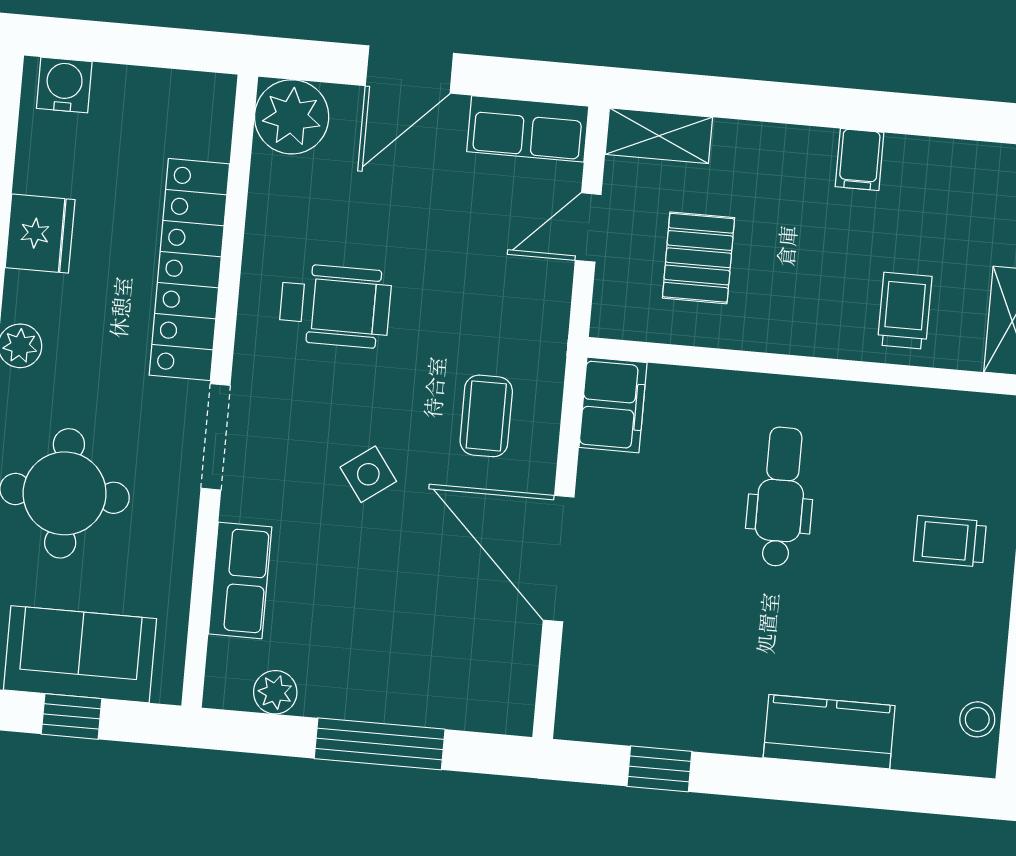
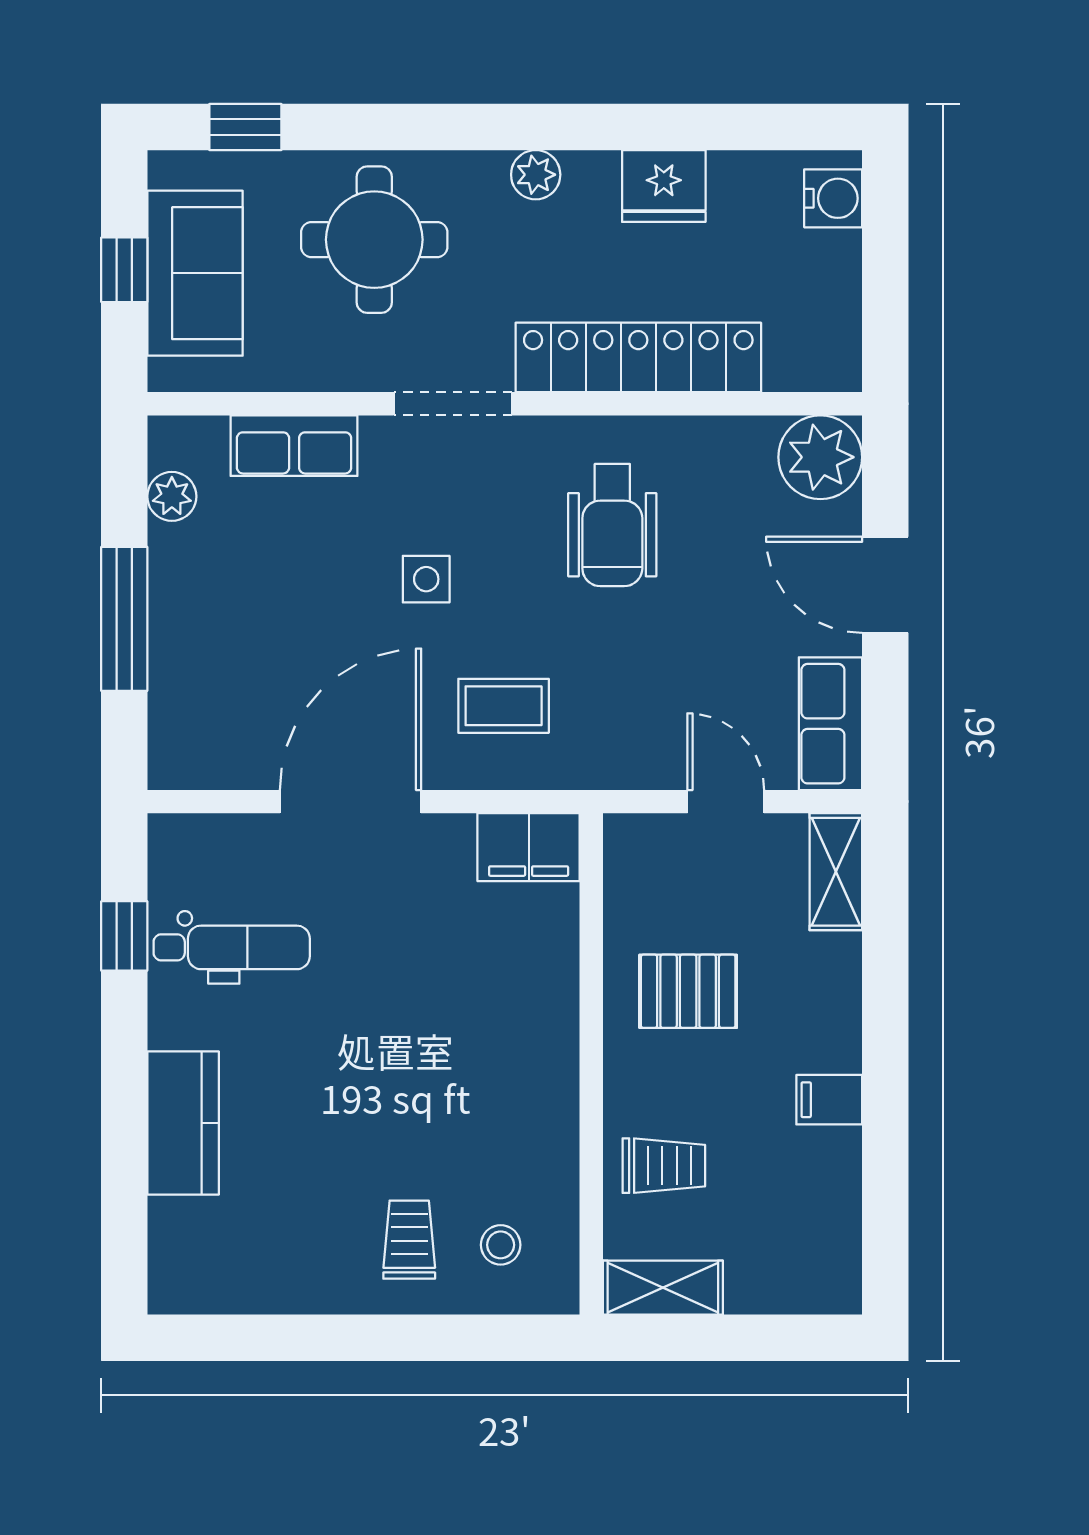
pallet: (698, 258) -> (688, 991), moved
side table: (368, 474) -> (426, 579), turned 36
dental chair: (781, 497) -> (232, 947), moved
stool: (977, 719) -> (501, 1245), moved

